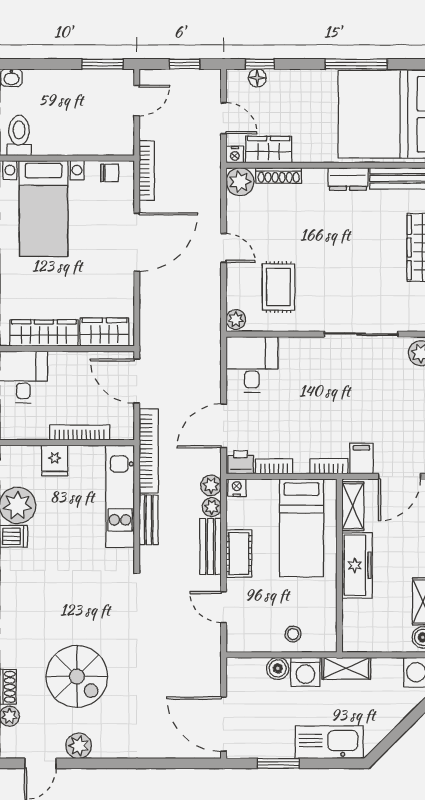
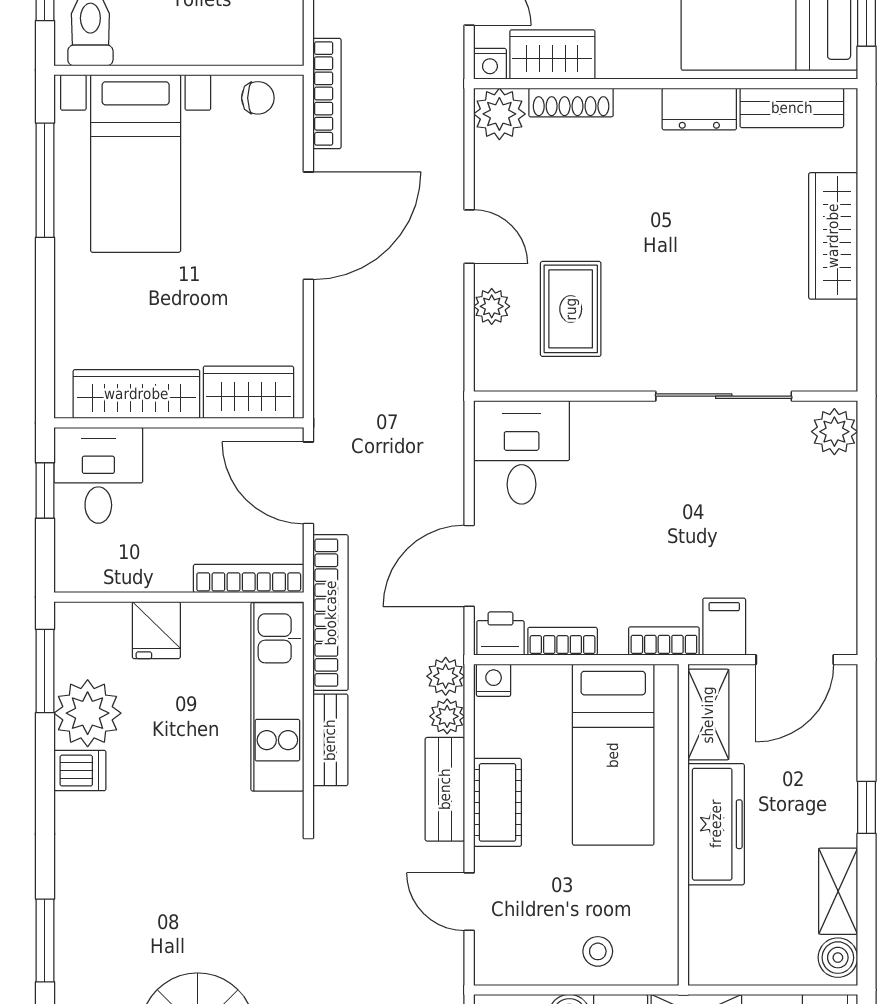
plant: (236, 319) -> (492, 306), moved
bookcase: (80, 433) -> (249, 578), moved

